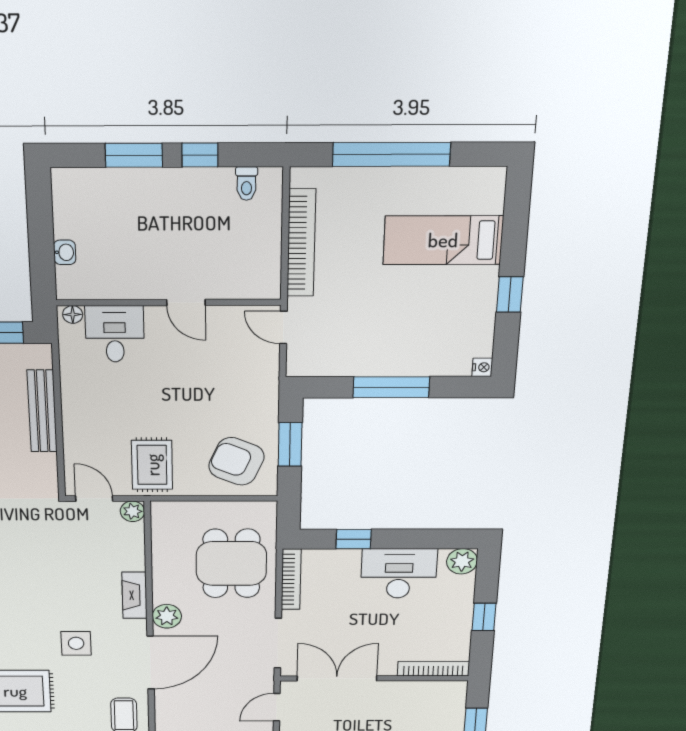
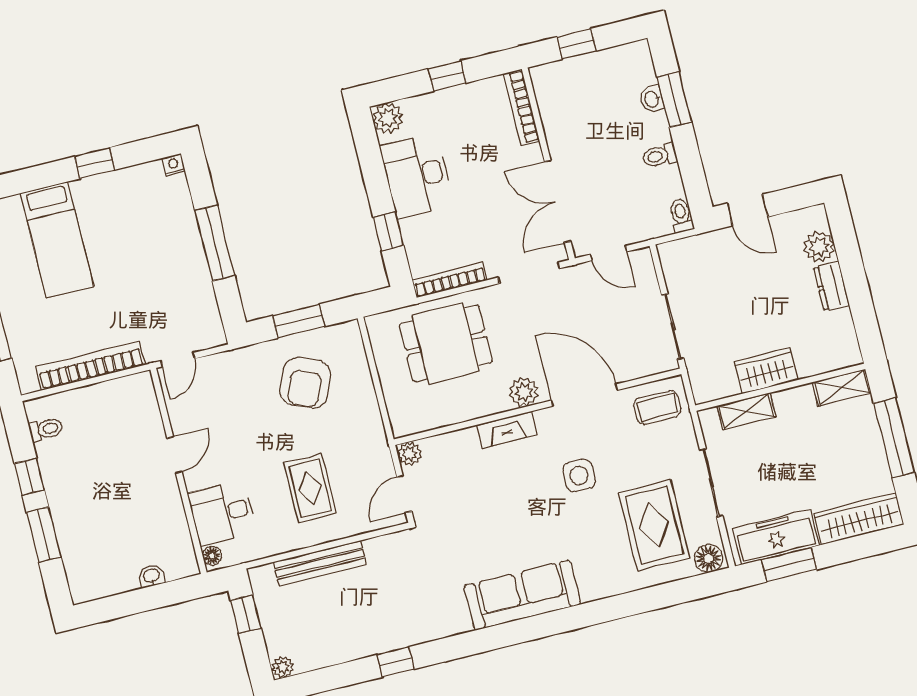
armchair: (236, 461) -> (305, 383), moved
rug: (152, 465) -> (310, 488), moved, turned 90

